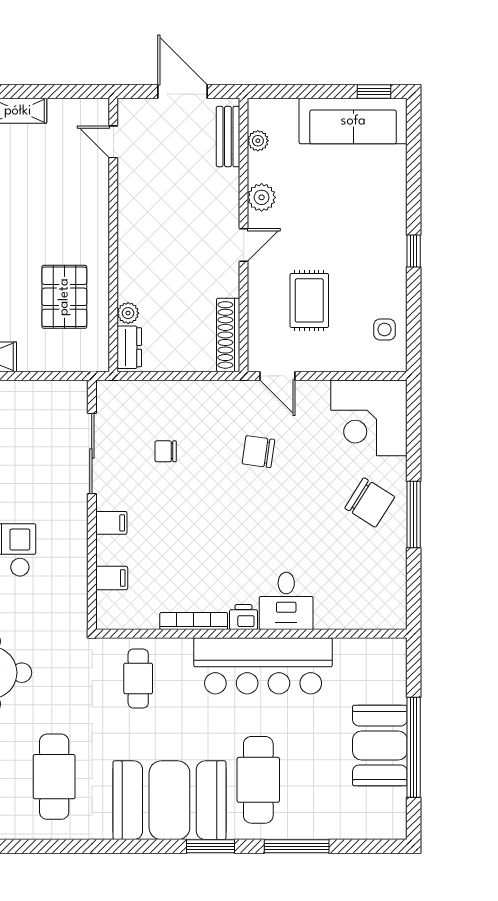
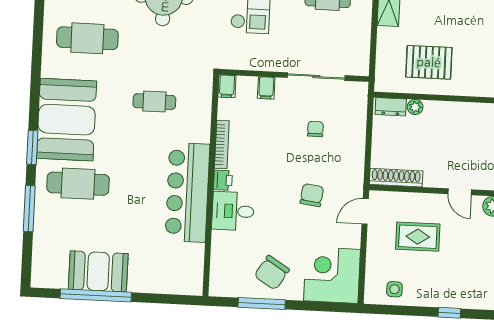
desk: (286, 601) -> (233, 211), moved
printer: (243, 617) -> (223, 180), moved
bookcase: (194, 621) -> (222, 145), moved
wall: (251, 634) -> (211, 185), moved
bar counter: (263, 666) -> (187, 192), moved

